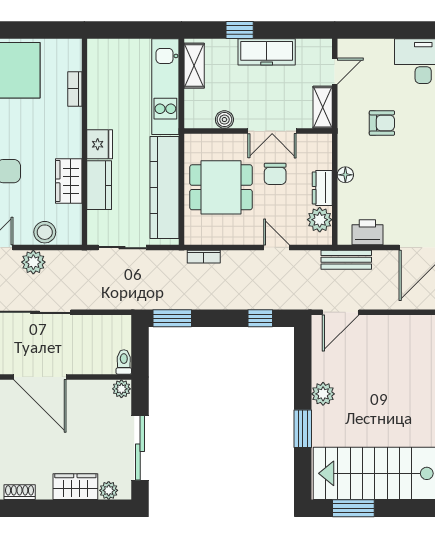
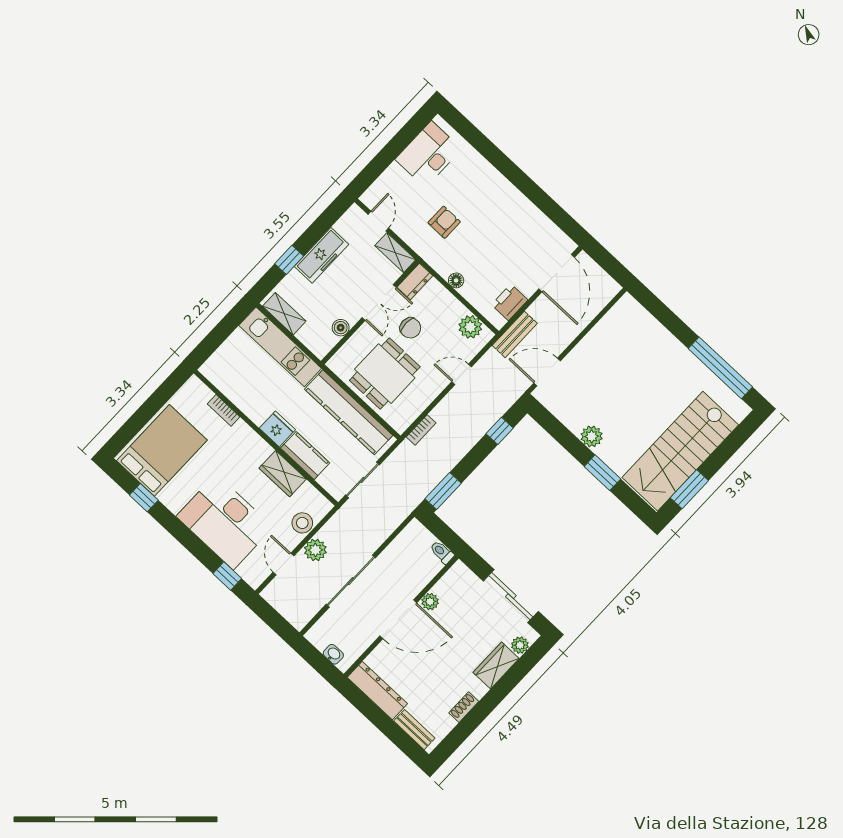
dresser: (322, 188) -> (415, 281), moved, turned -90
door: (341, 312) -> (547, 372), swing flipped
plant: (121, 389) -> (430, 602), moved

